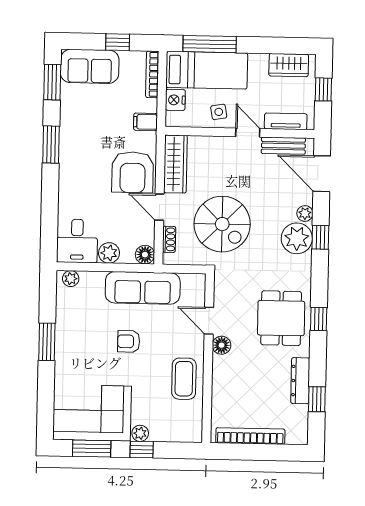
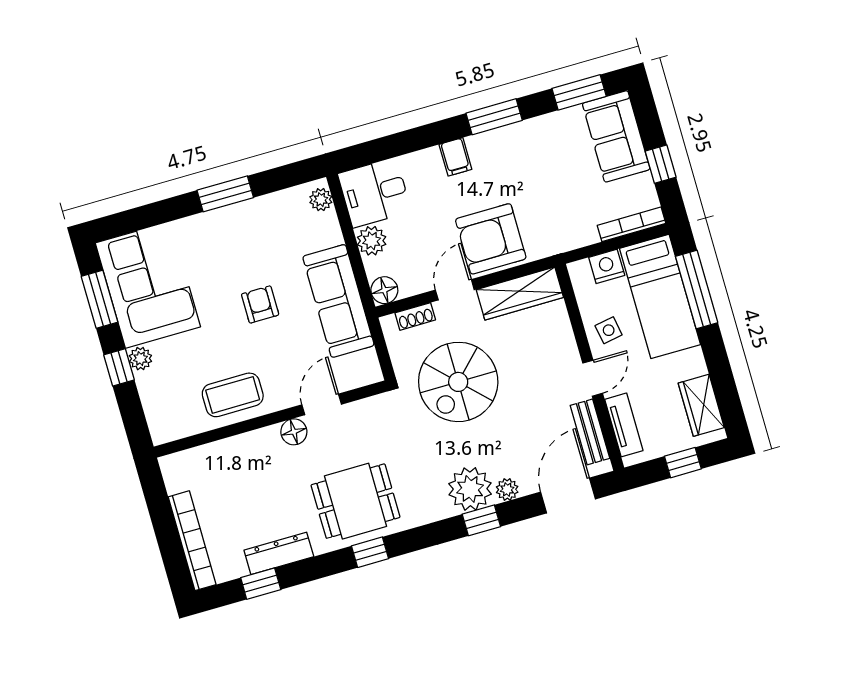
filing cabinet: (145, 122) -> (455, 157), moved, turned 180
bookcase: (250, 436) -> (192, 541), moved

